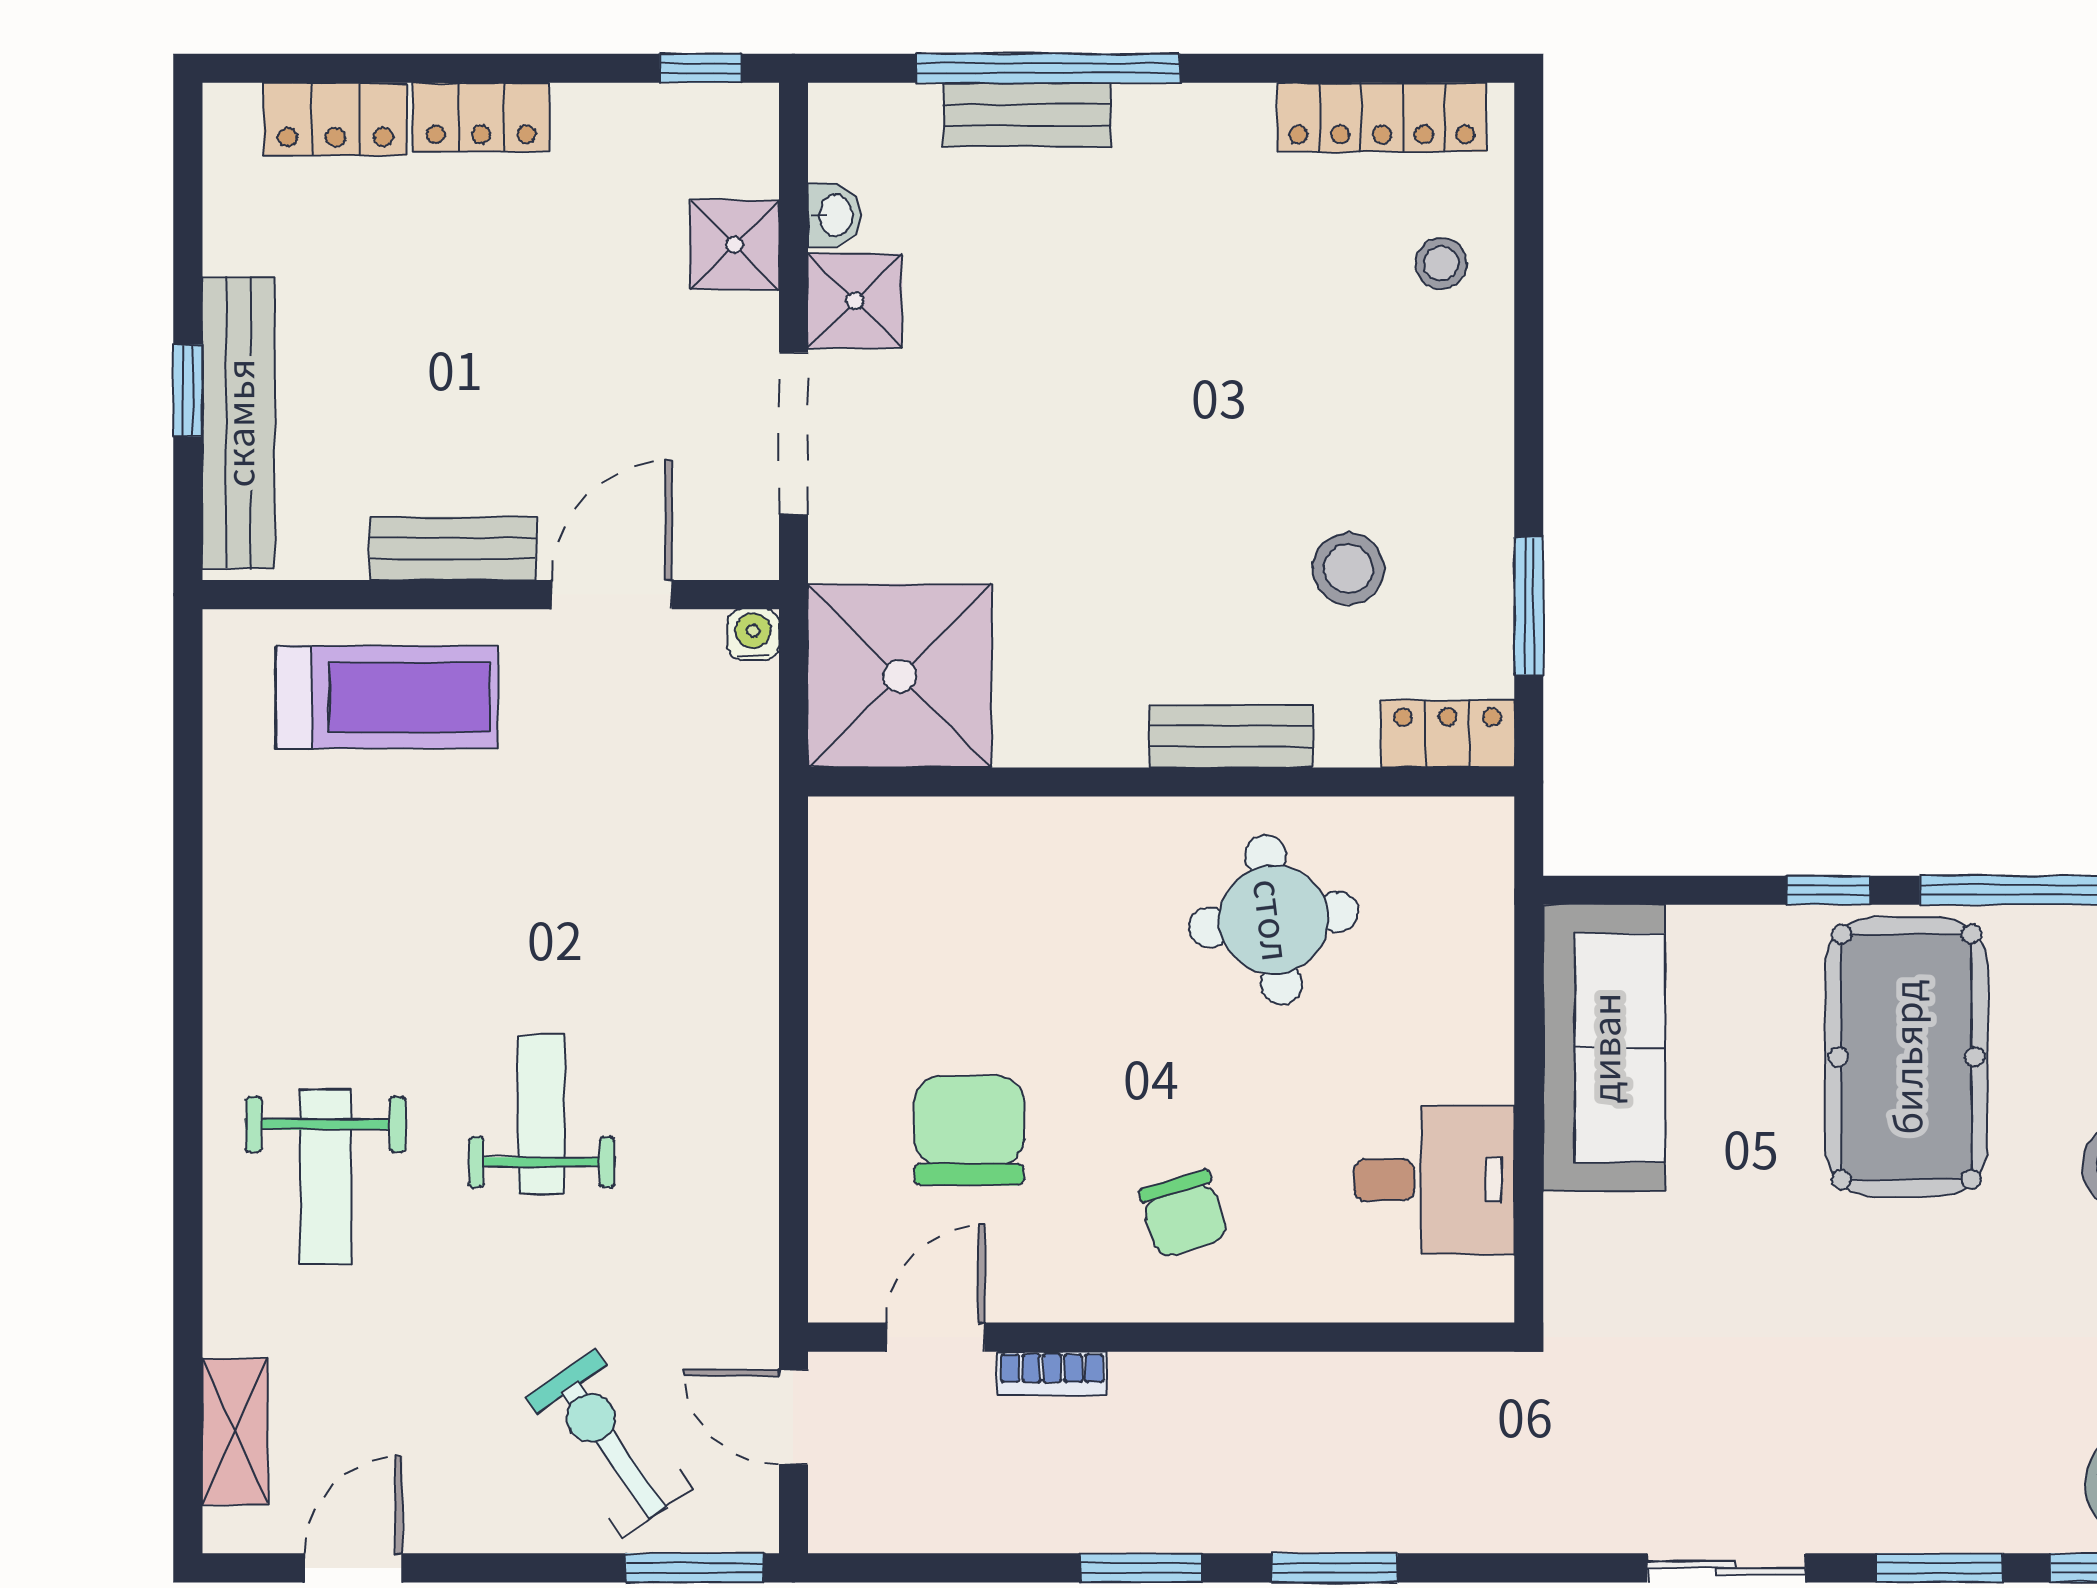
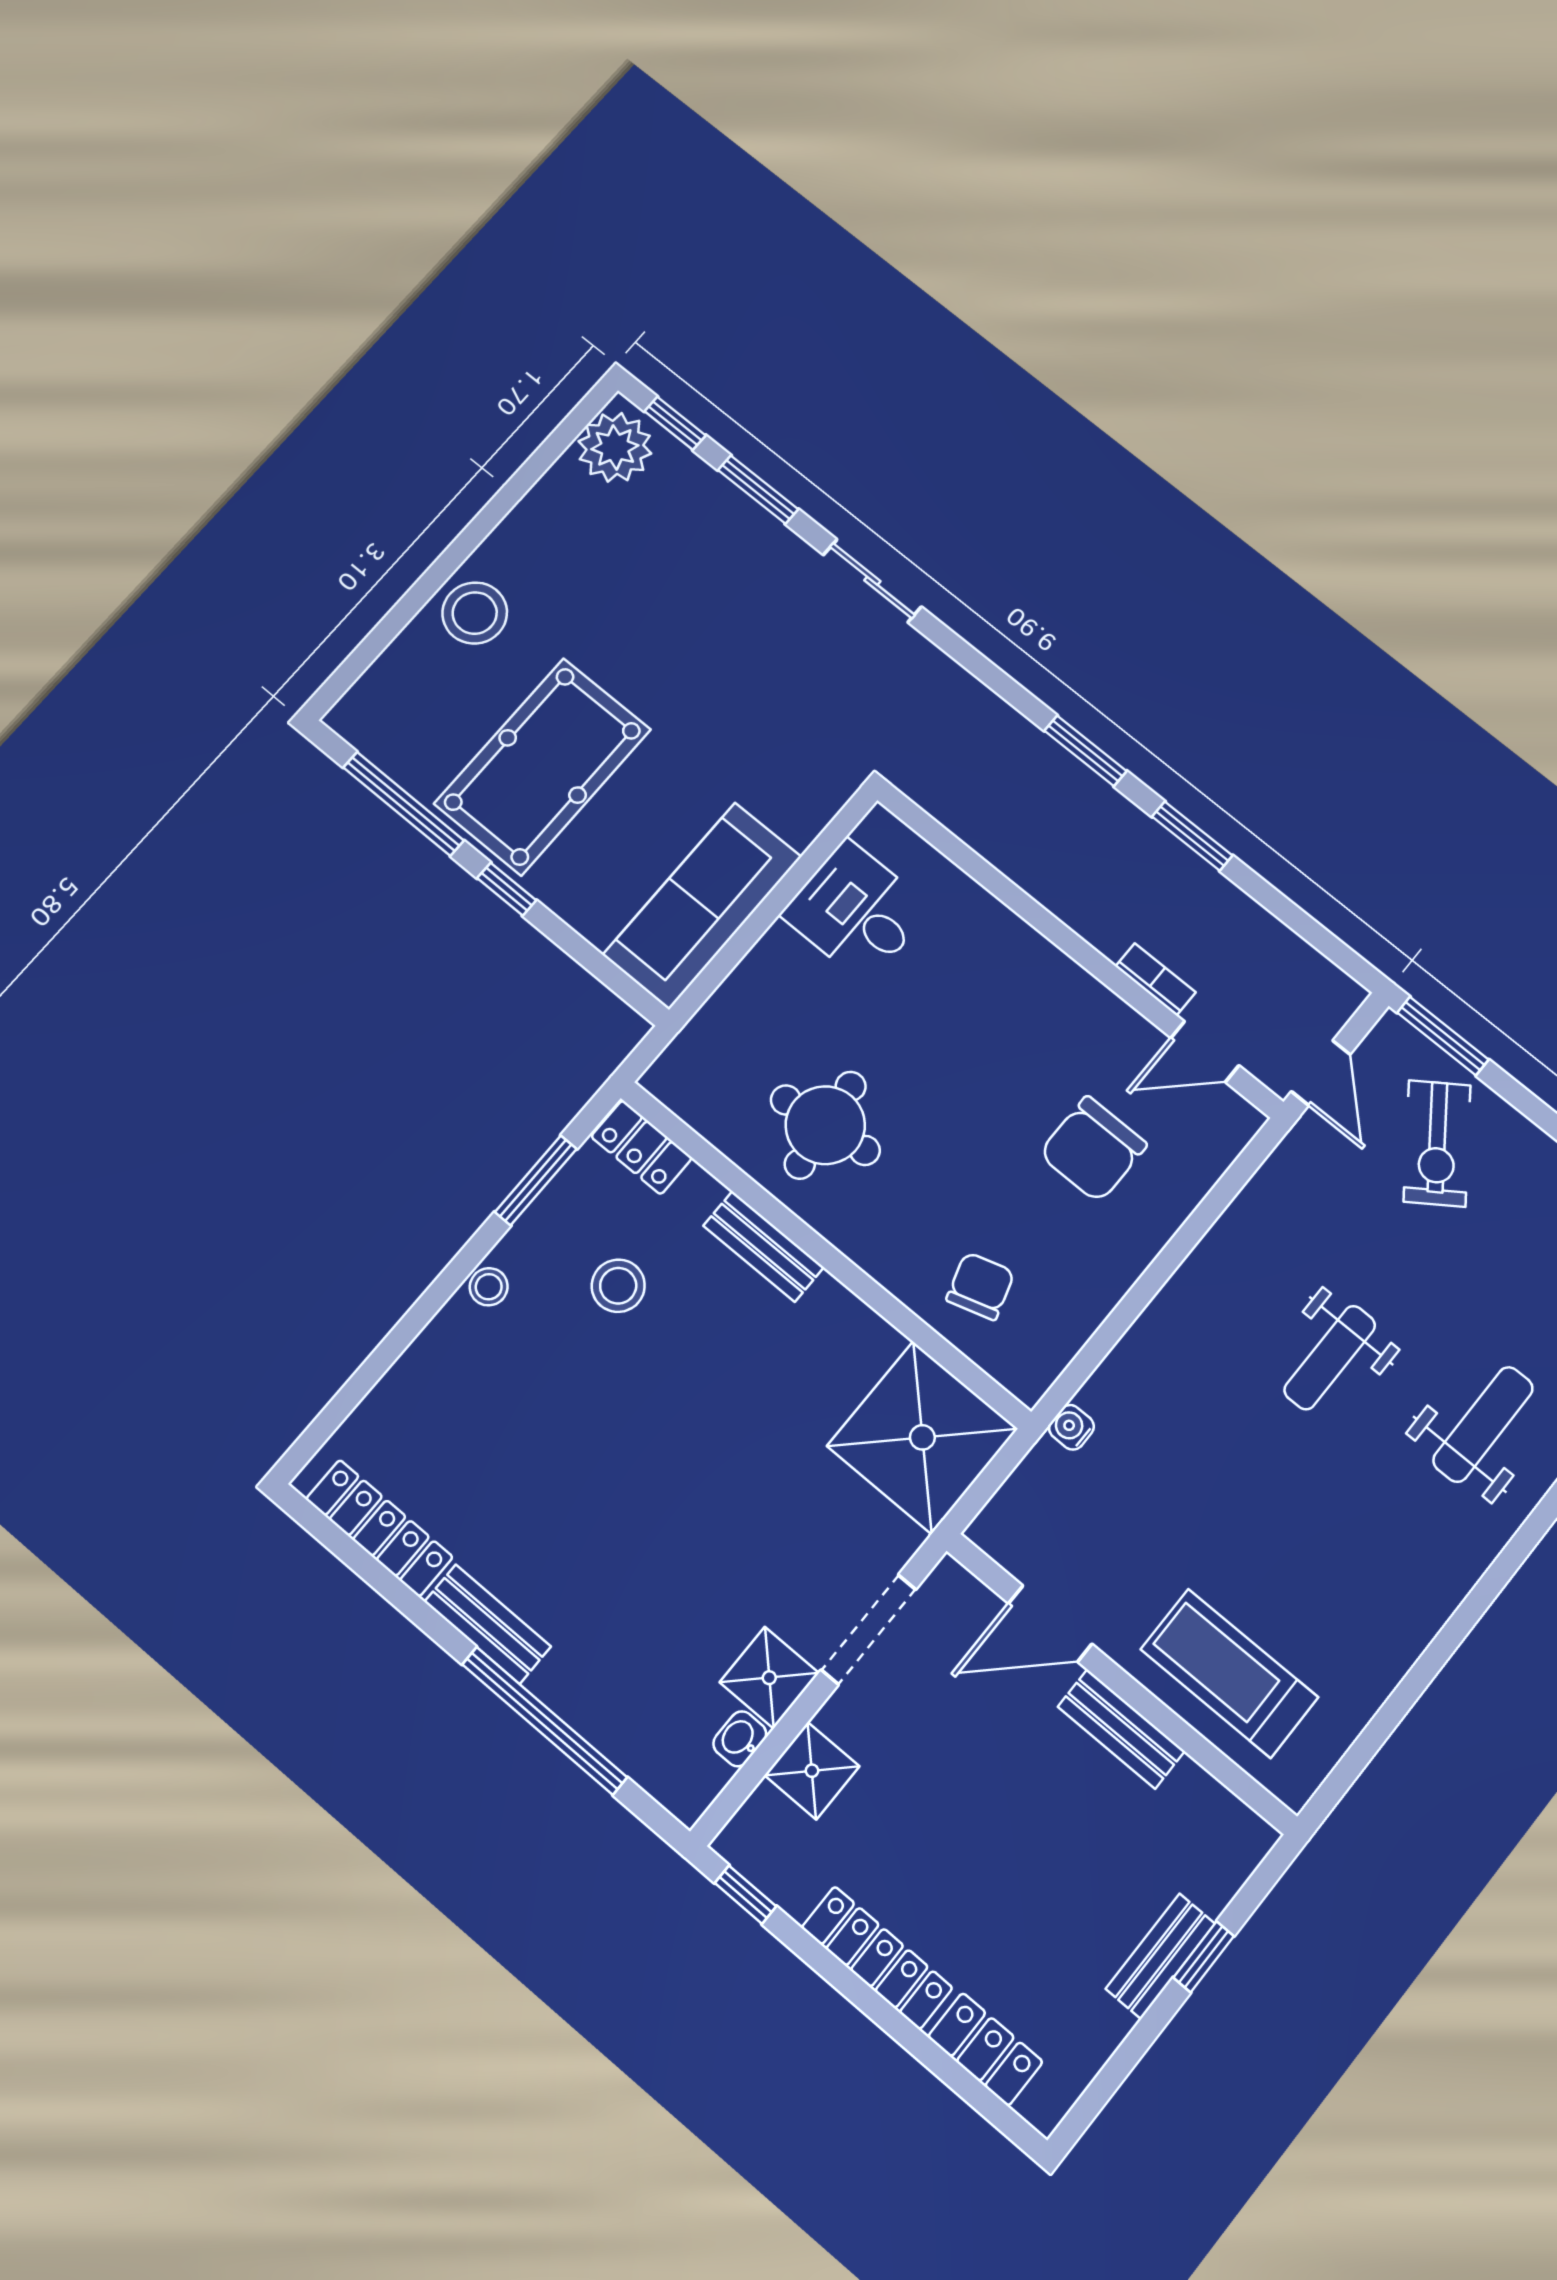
bench: (1027, 115) -> (488, 1624), moved
locker: (481, 117) -> (877, 1958), width x1.53
stool: (1441, 263) -> (489, 1287), moved
bench: (238, 423) -> (1160, 1956), width x0.54, depth x0.82
water cooler: (753, 635) -> (1071, 1427), moved, turned 90
chair: (1183, 1214) -> (980, 1286), moved

